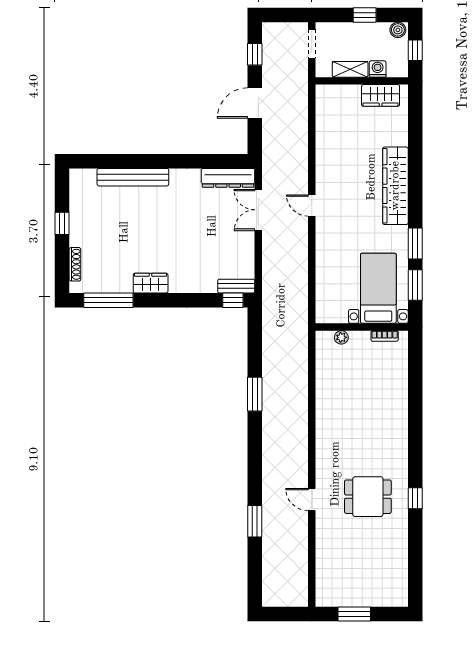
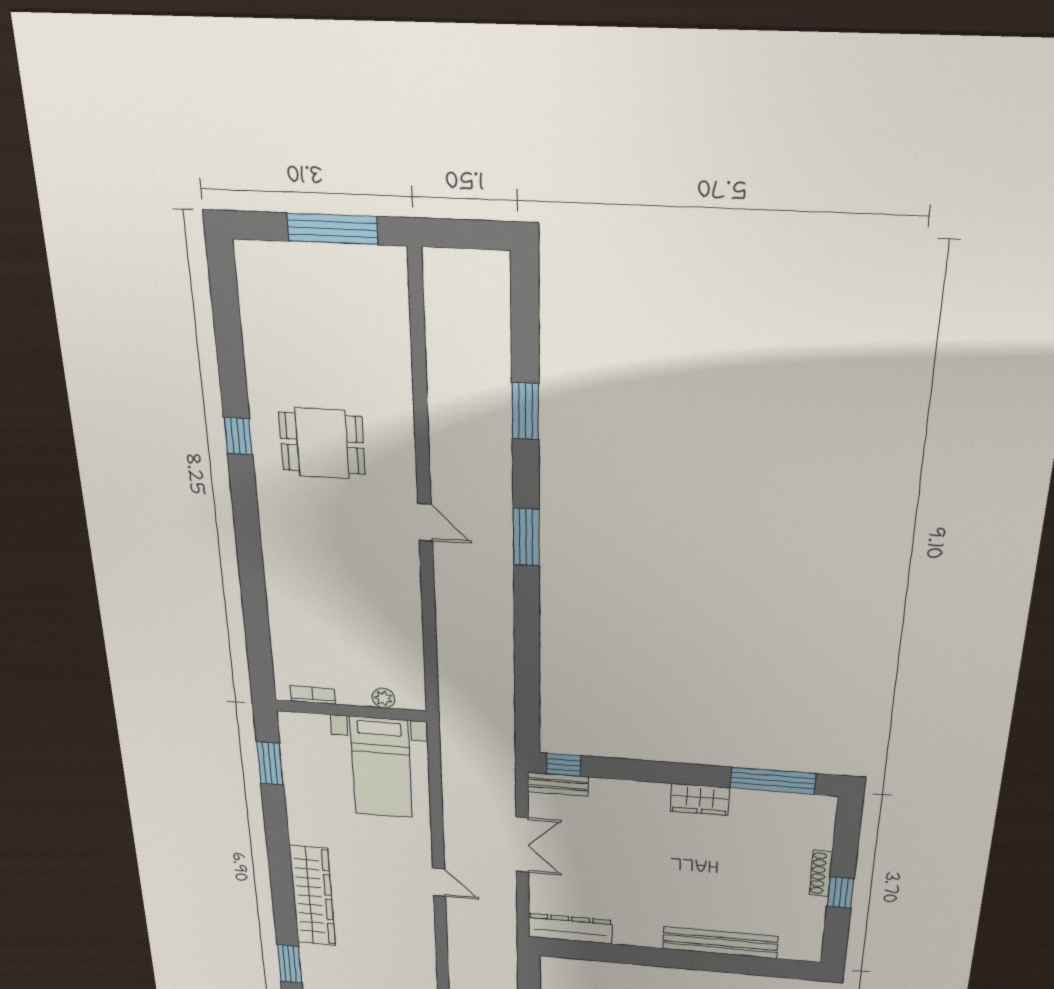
double door: (258, 210) -> (522, 845), moved
window: (415, 244) -> (290, 964), moved
shoe rack: (75, 264) -> (821, 873), moved
bed with nightstands: (378, 288) -> (381, 767), moved
window: (255, 394) -> (526, 537), moved
door: (312, 500) -> (425, 522), moved
window: (354, 614) -> (333, 229), width x1.44

